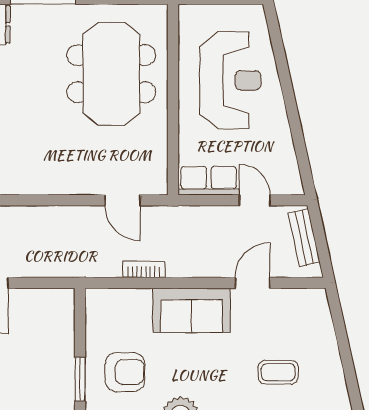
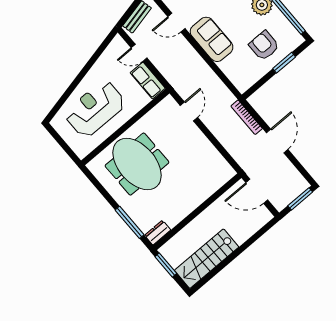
meeting table: (111, 74) -> (137, 164), turned 90
door: (255, 200) -> (139, 53), hinge flipped
bookcase: (144, 269) -> (247, 117), moved, width x1.56

